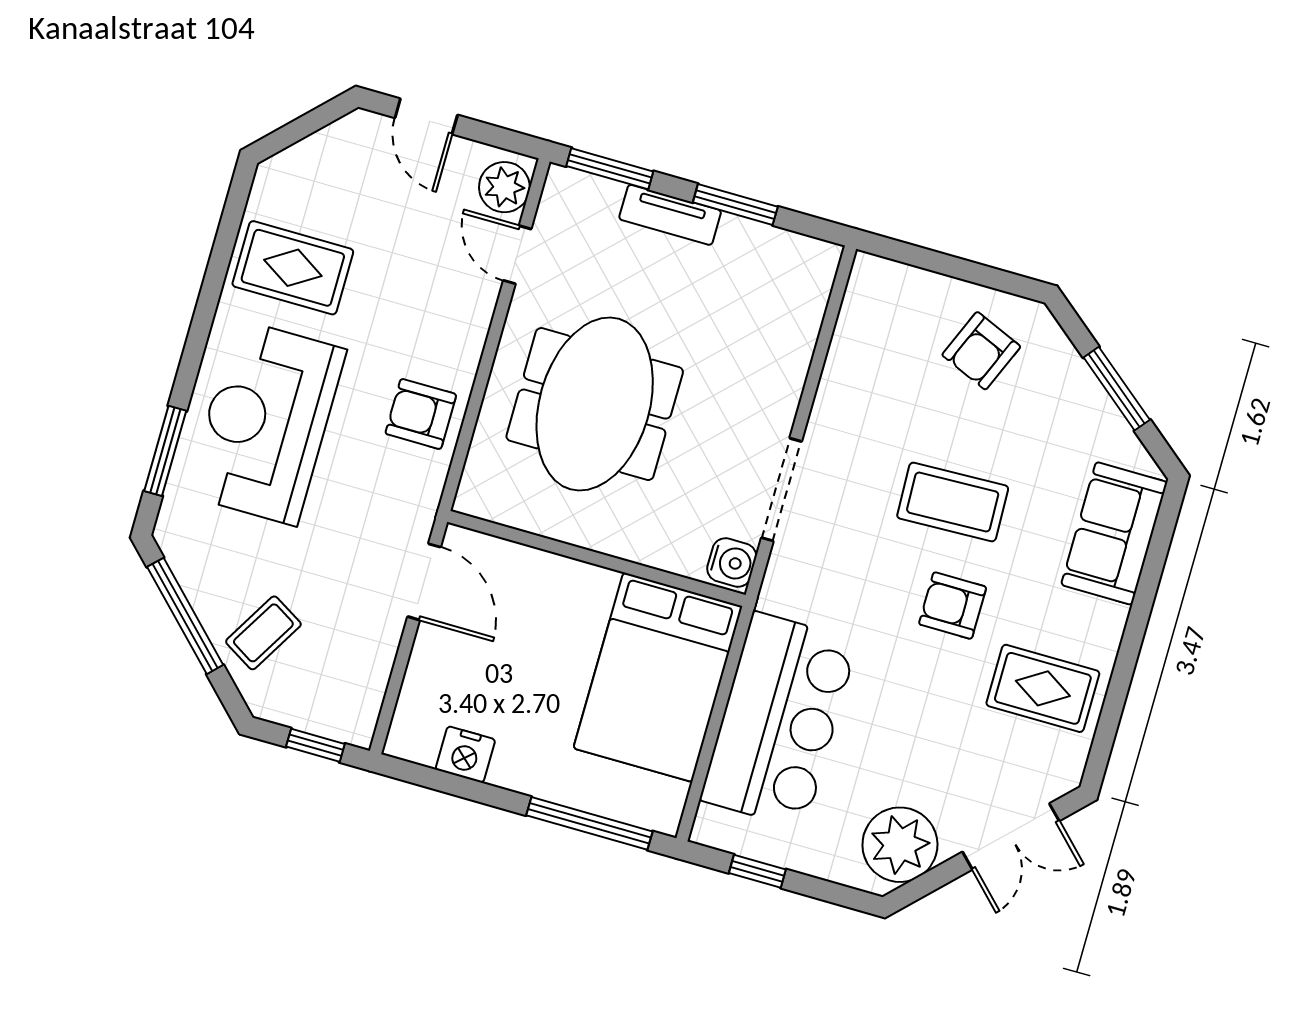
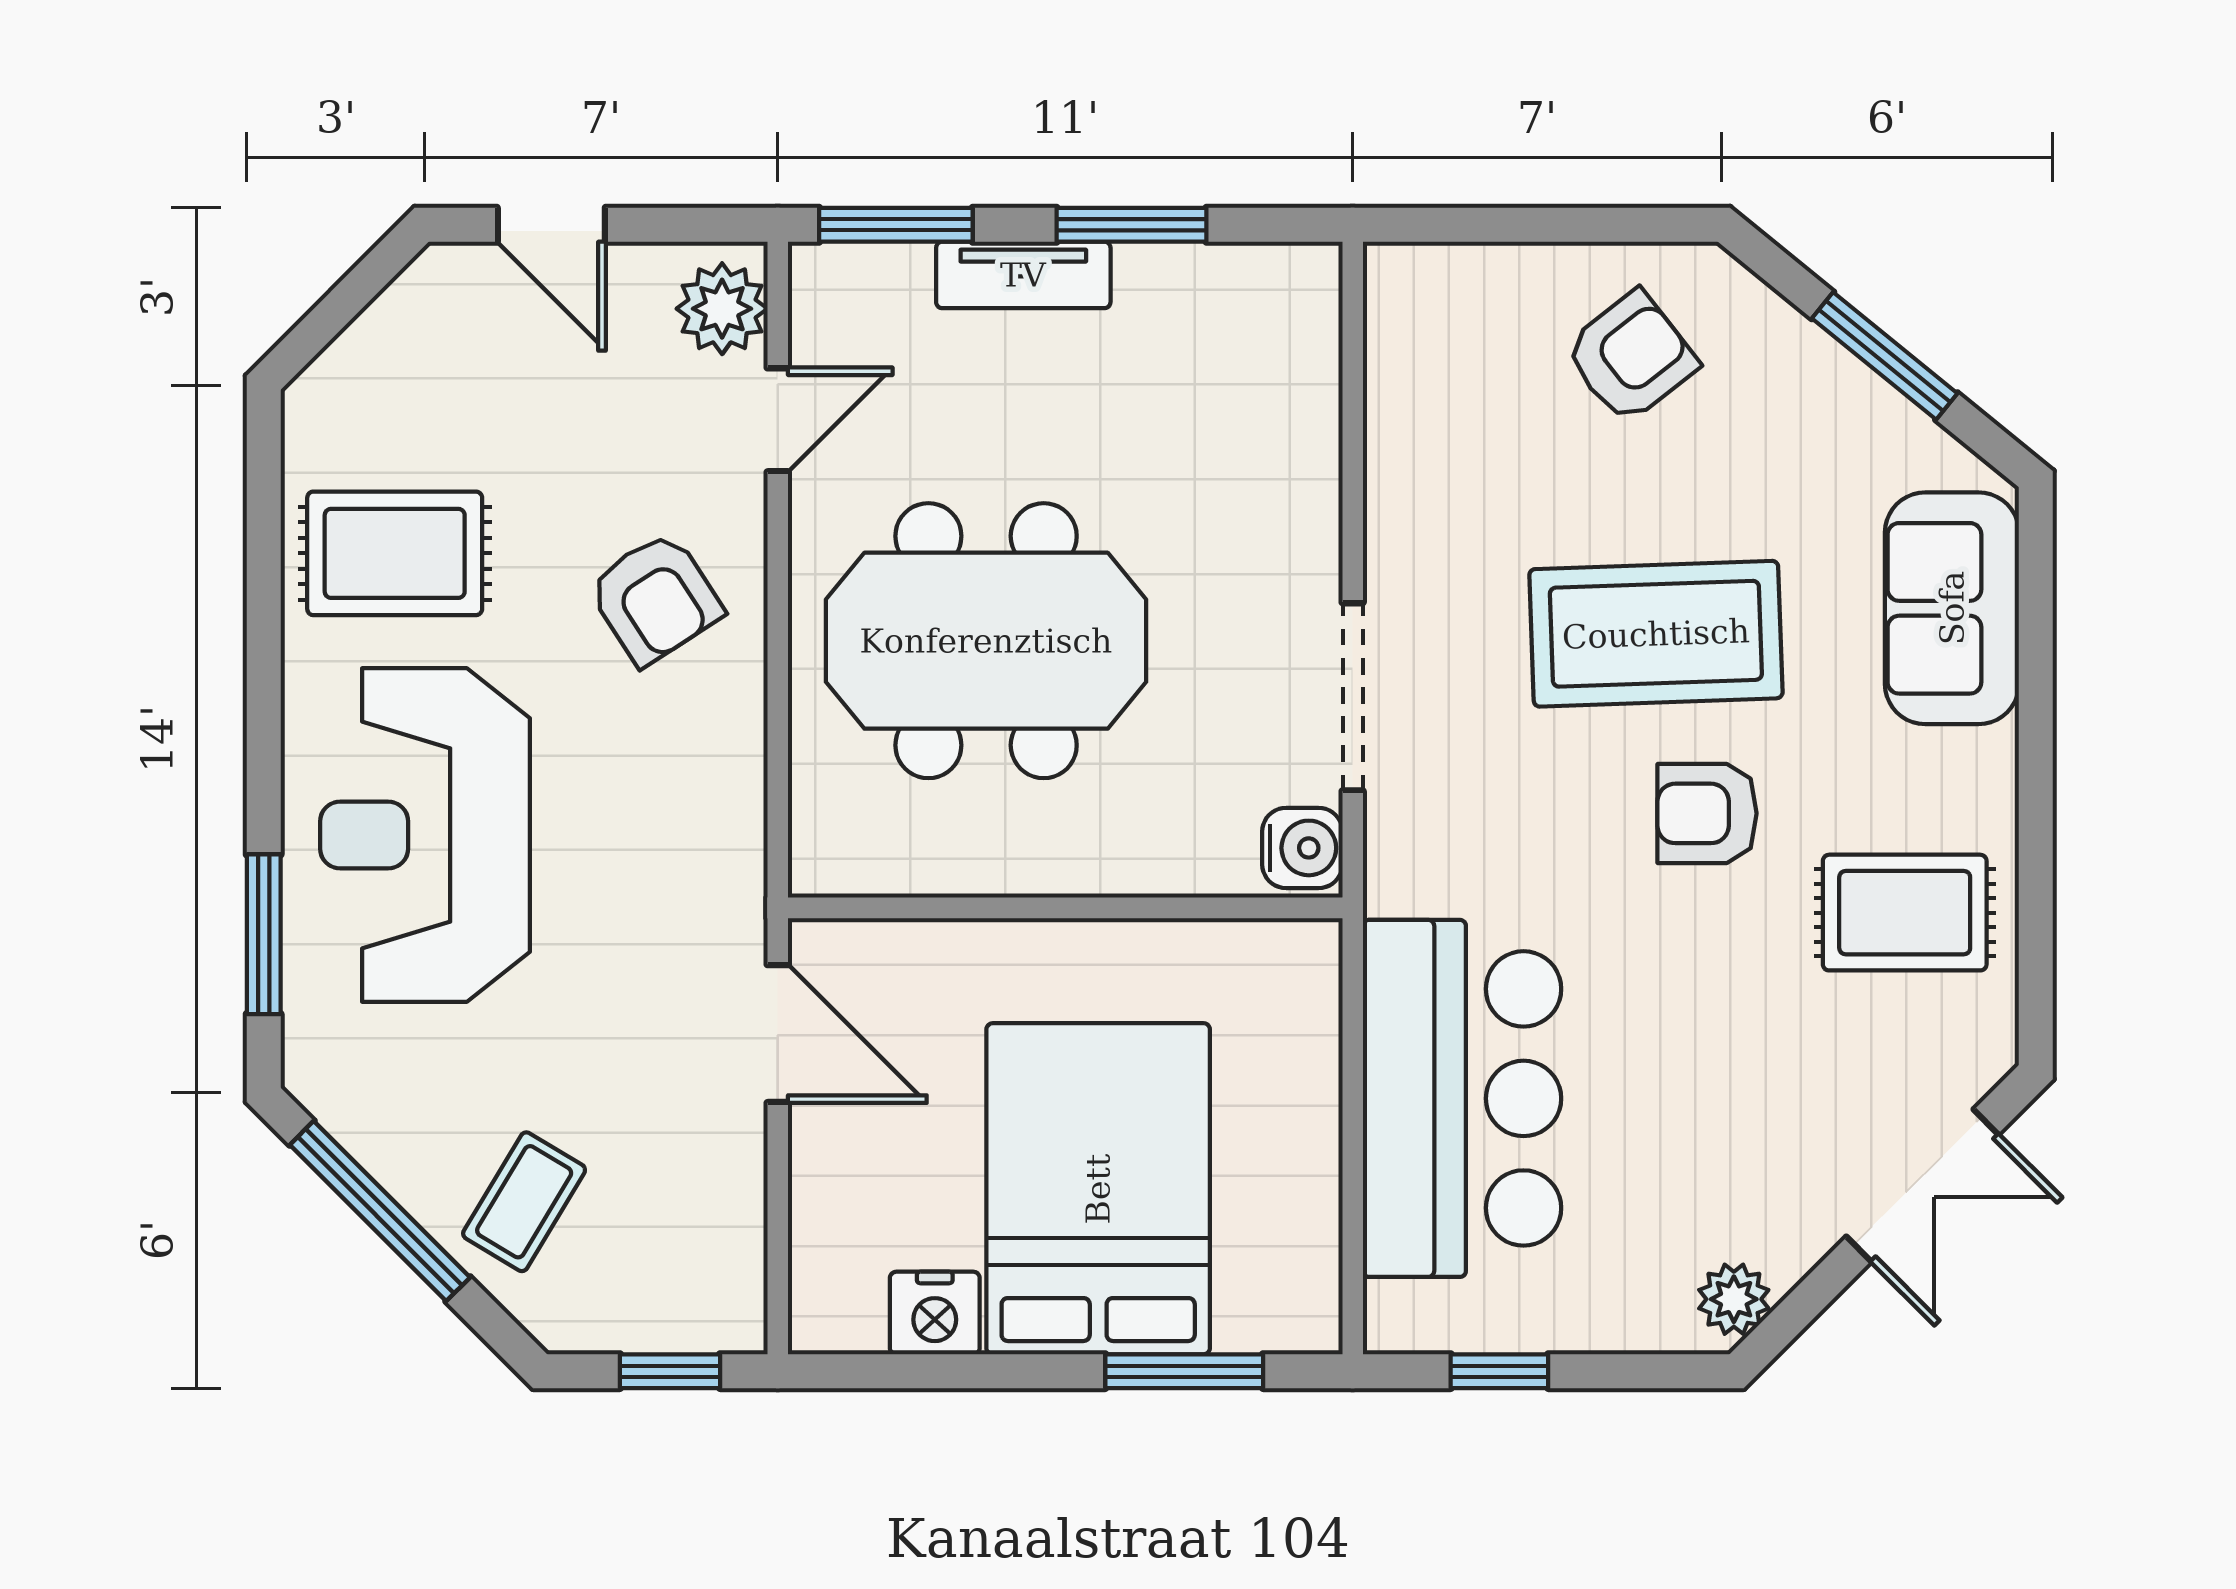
door: (517, 255) -> (778, 420), swing flipped
armchair: (981, 351) -> (1631, 357), turned -151
meeting table: (595, 404) -> (986, 641), turned 90
armchair: (421, 414) -> (655, 598), moved, turned -123
coffee table: (953, 502) -> (1656, 634), width x1.36, depth x1.32
bed: (658, 677) -> (1098, 1189), moved, turned 180
window: (589, 823) -> (1184, 1371), width x0.69
plant: (900, 845) -> (1734, 1299), width x0.53, depth x0.53

